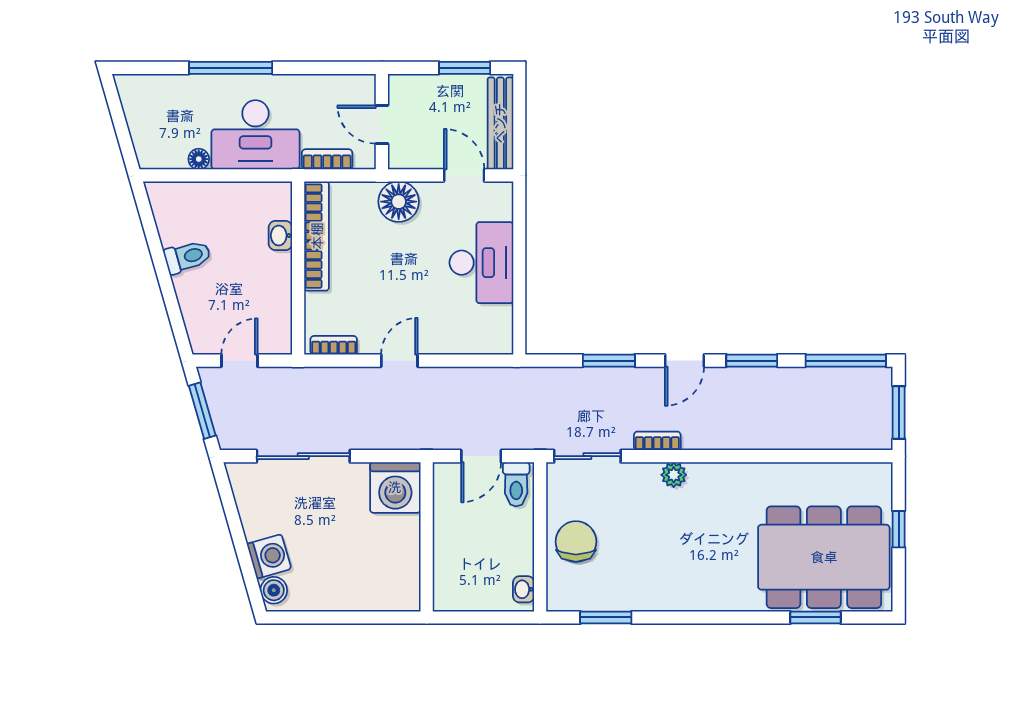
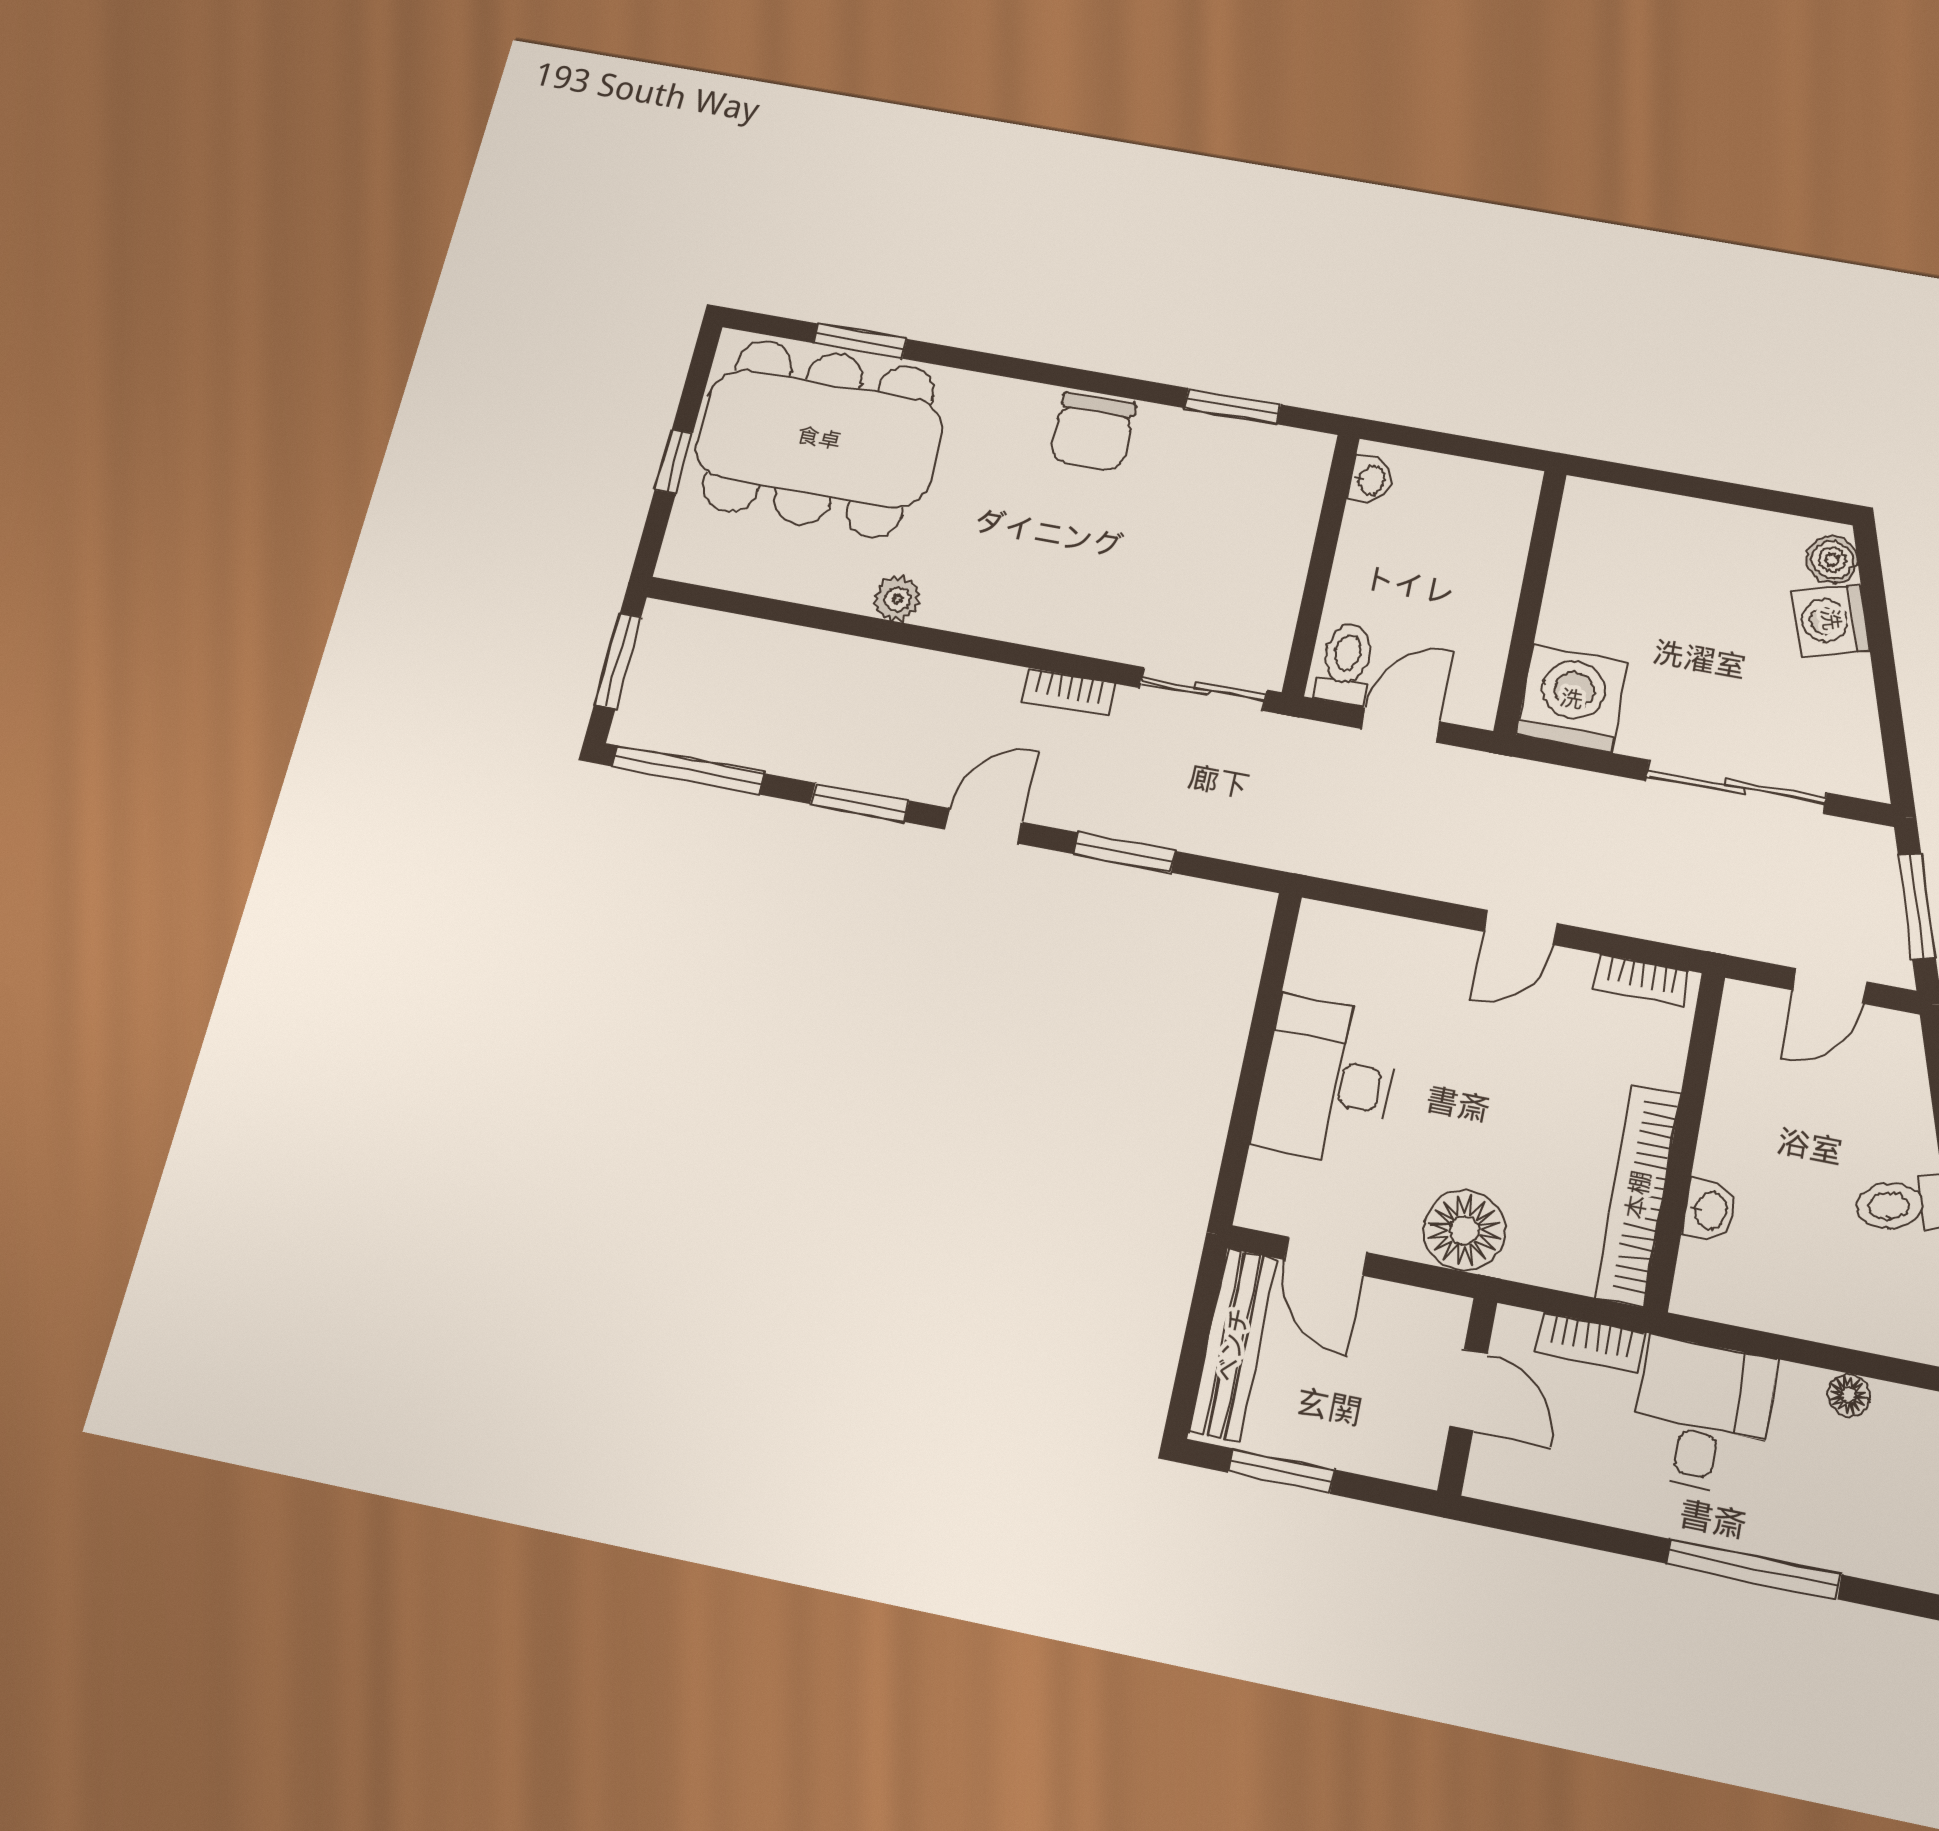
desk: (255, 135) -> (1702, 1416), width x0.73
plant: (674, 475) -> (897, 599), moved
chair: (576, 542) -> (1093, 432), moved

